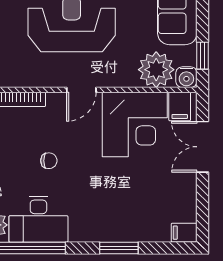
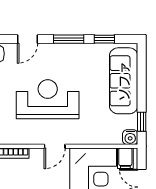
plant: (156, 70) -> (108, 132), removed

